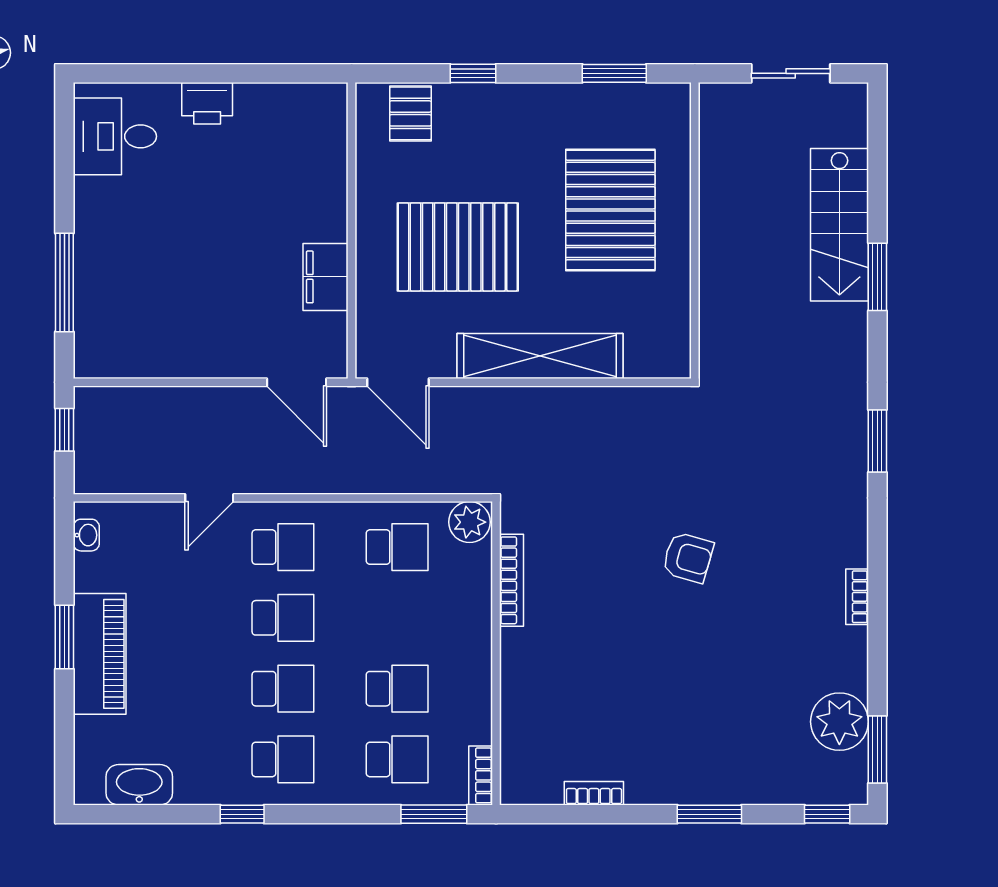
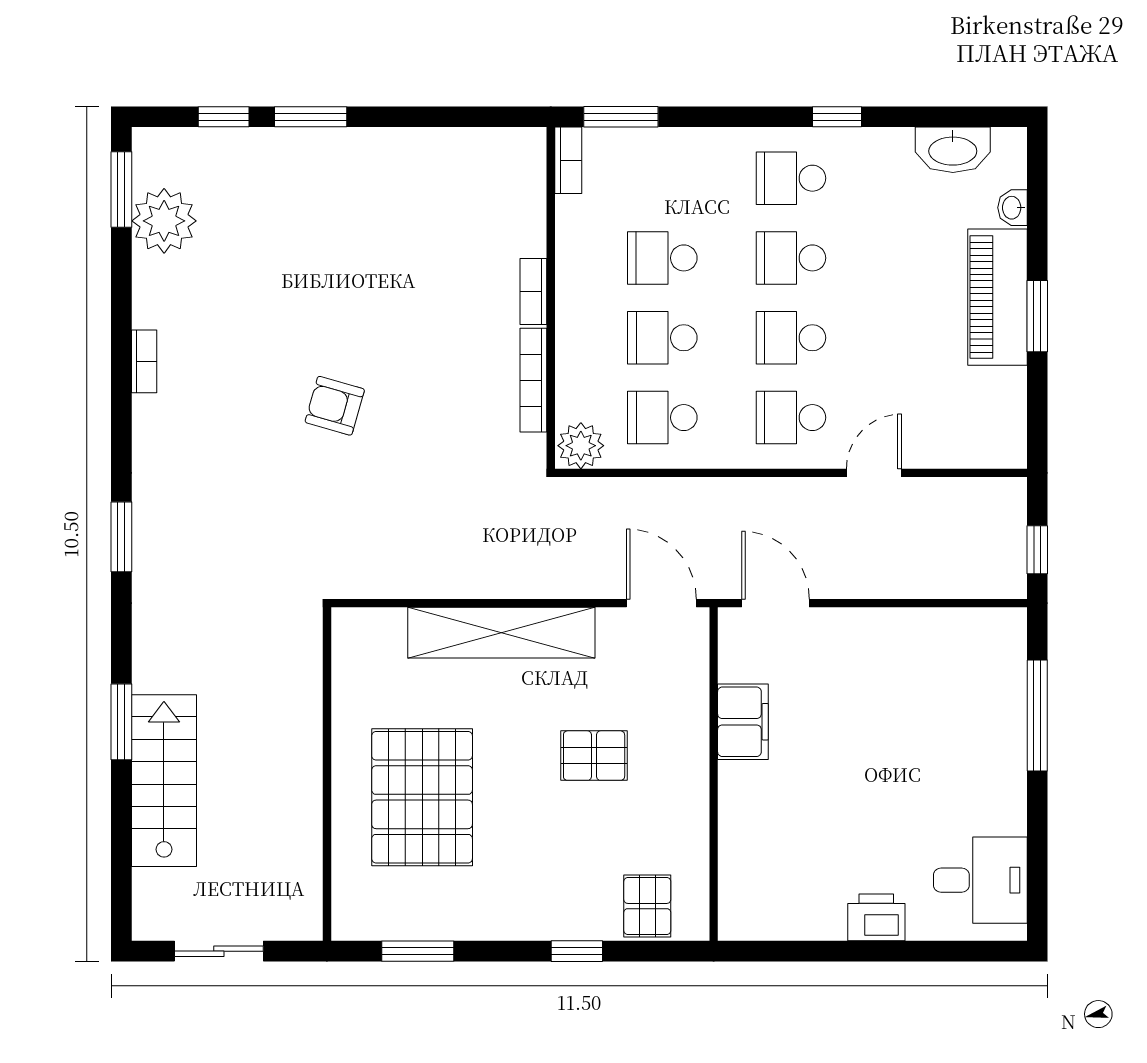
pallet: (458, 247) -> (594, 756), width x0.49, depth x0.50
washbasin: (86, 535) -> (1013, 208), moved
school desk: (397, 759) -> (662, 338), moved
bookcase: (594, 793) -> (533, 292), moved, turned 90
window: (827, 814) -> (224, 117), moved

